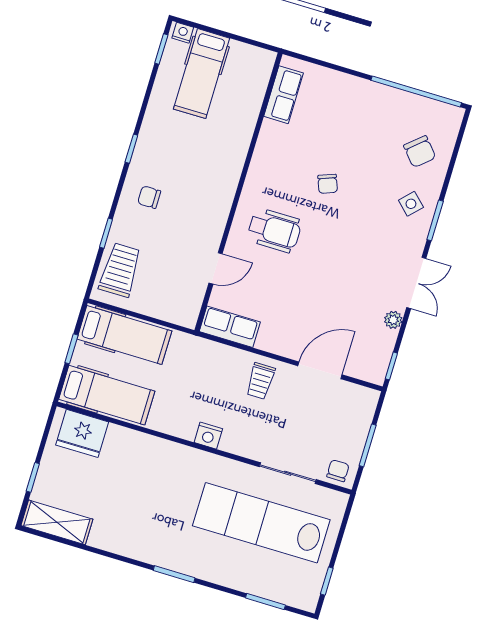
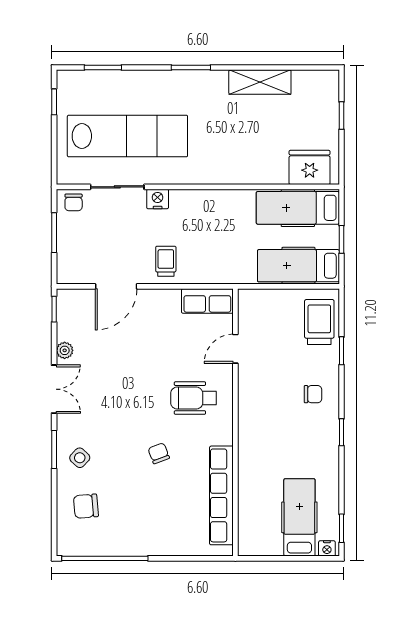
row of seats: (283, 95) -> (221, 495), width x2.02
chair: (420, 152) -> (86, 506), turned -54
trolley: (120, 270) -> (319, 322), turned 180
double door: (416, 283) -> (54, 389), swing flipped
nightstand: (208, 436) -> (158, 199), moved
shelving: (57, 522) -> (260, 82), moved

